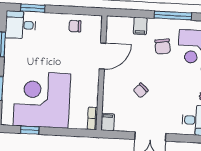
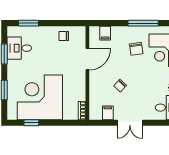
desk: (21, 25) -> (19, 48), moved
filing cabinet: (140, 26) -> (105, 33), moved
filing cabinet: (108, 122) -> (108, 113), moved

